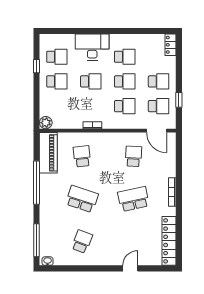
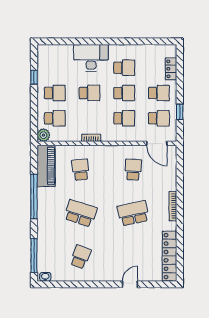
locker: (171, 45) -> (171, 69), moved
school desk: (57, 57) -> (55, 118), moved

